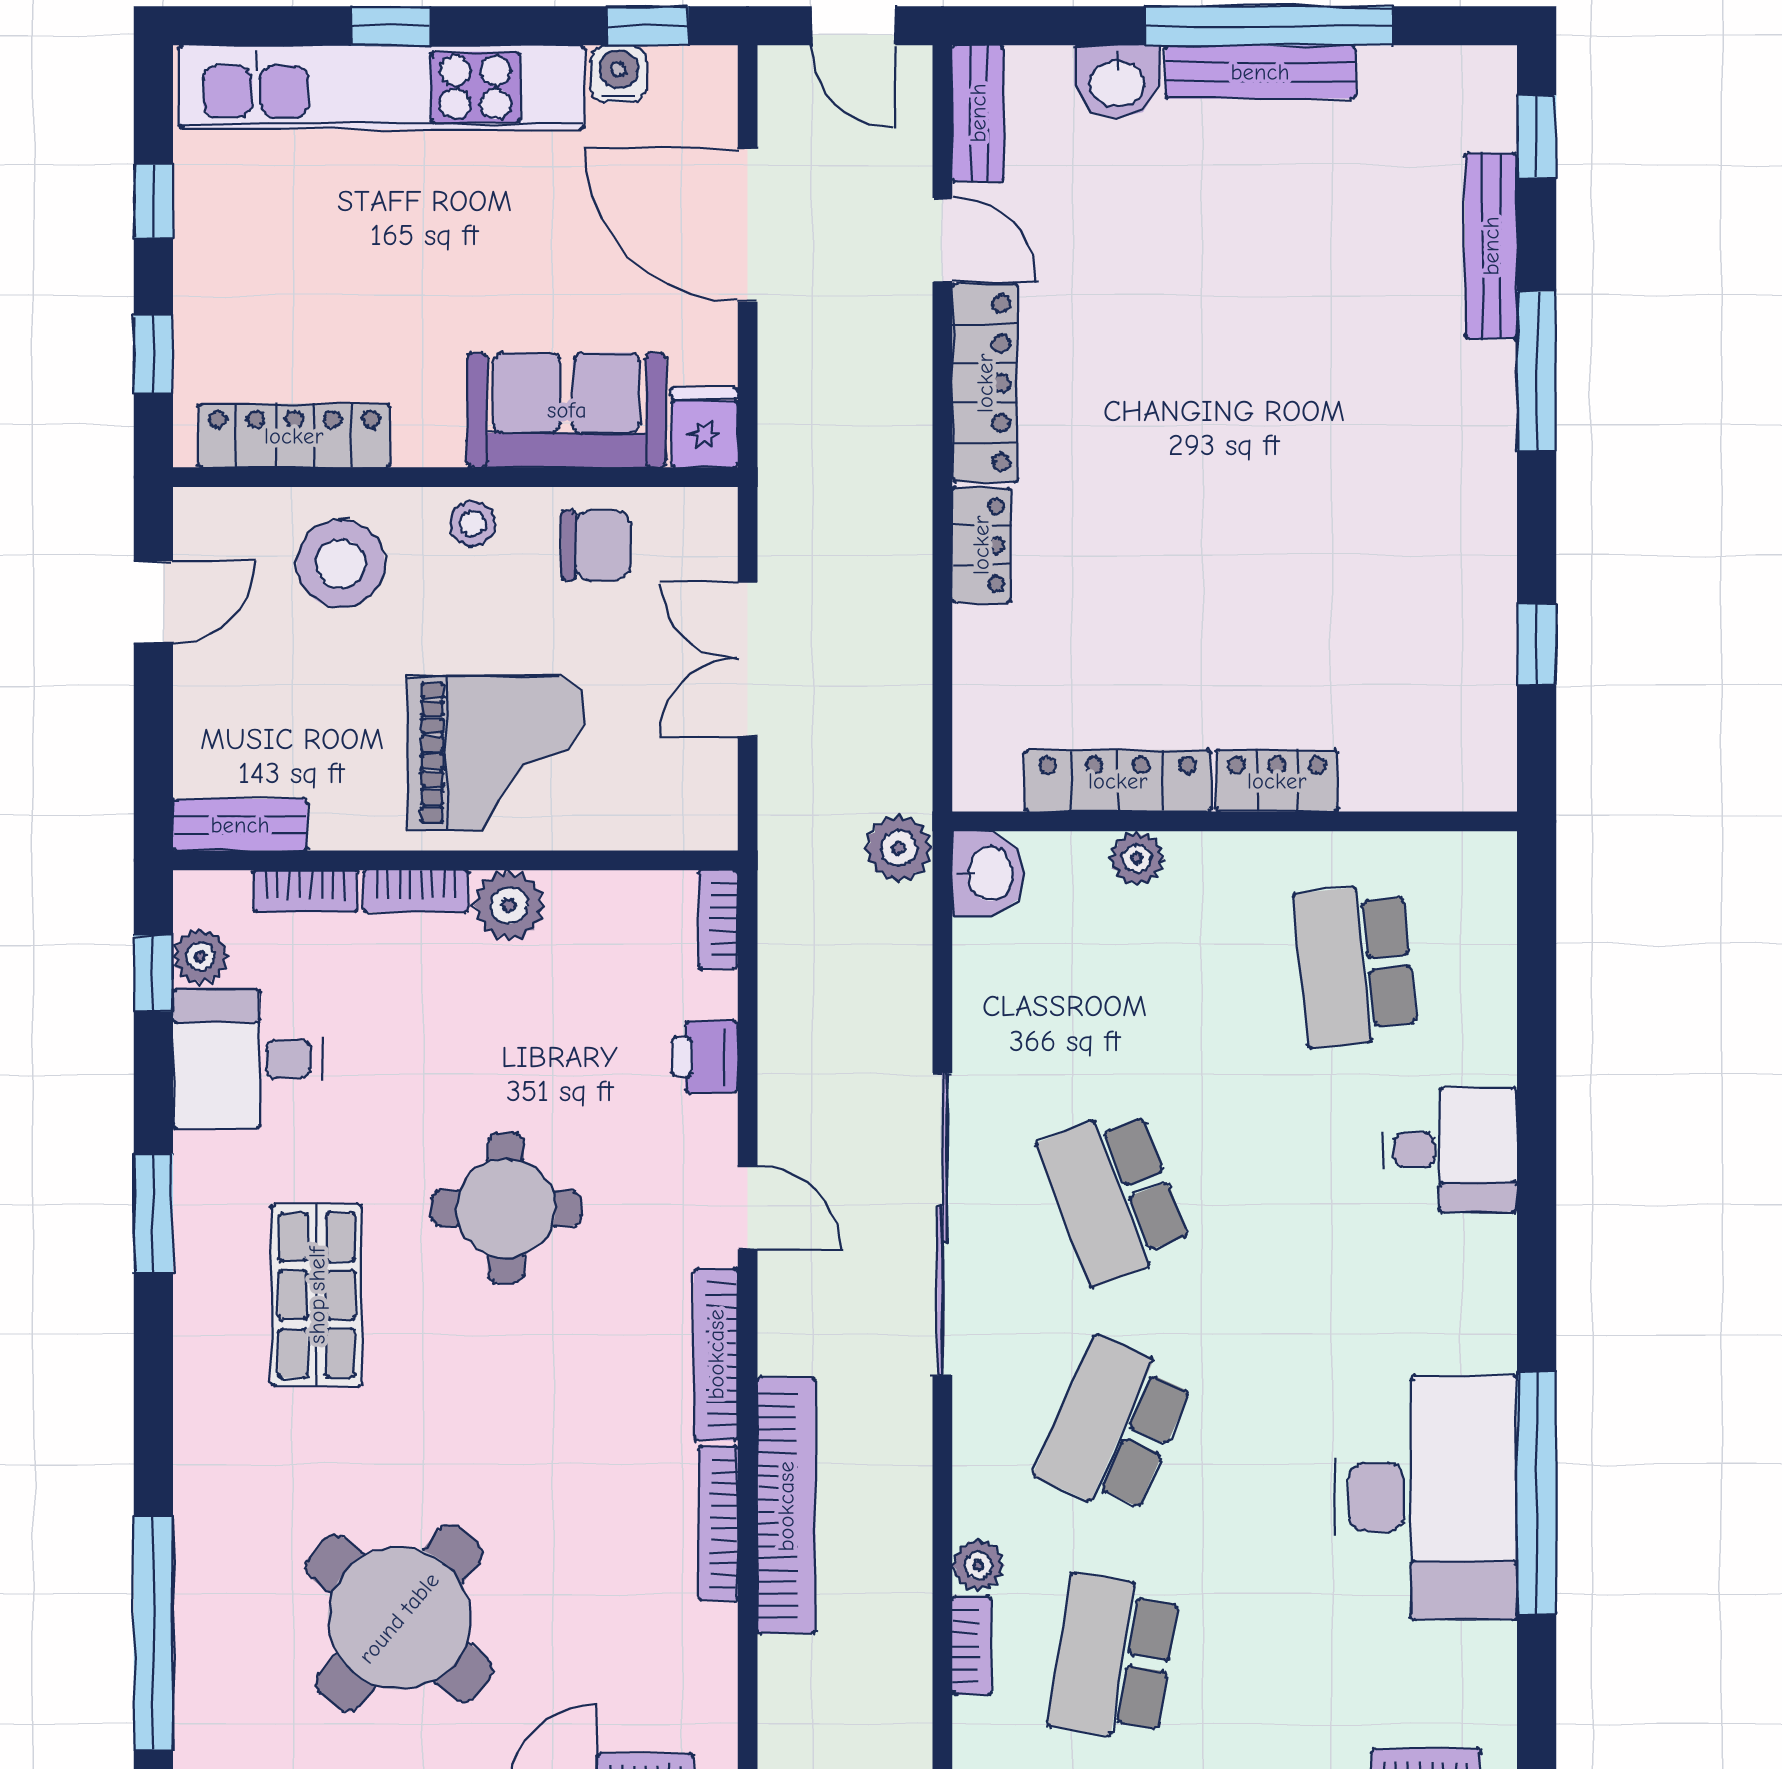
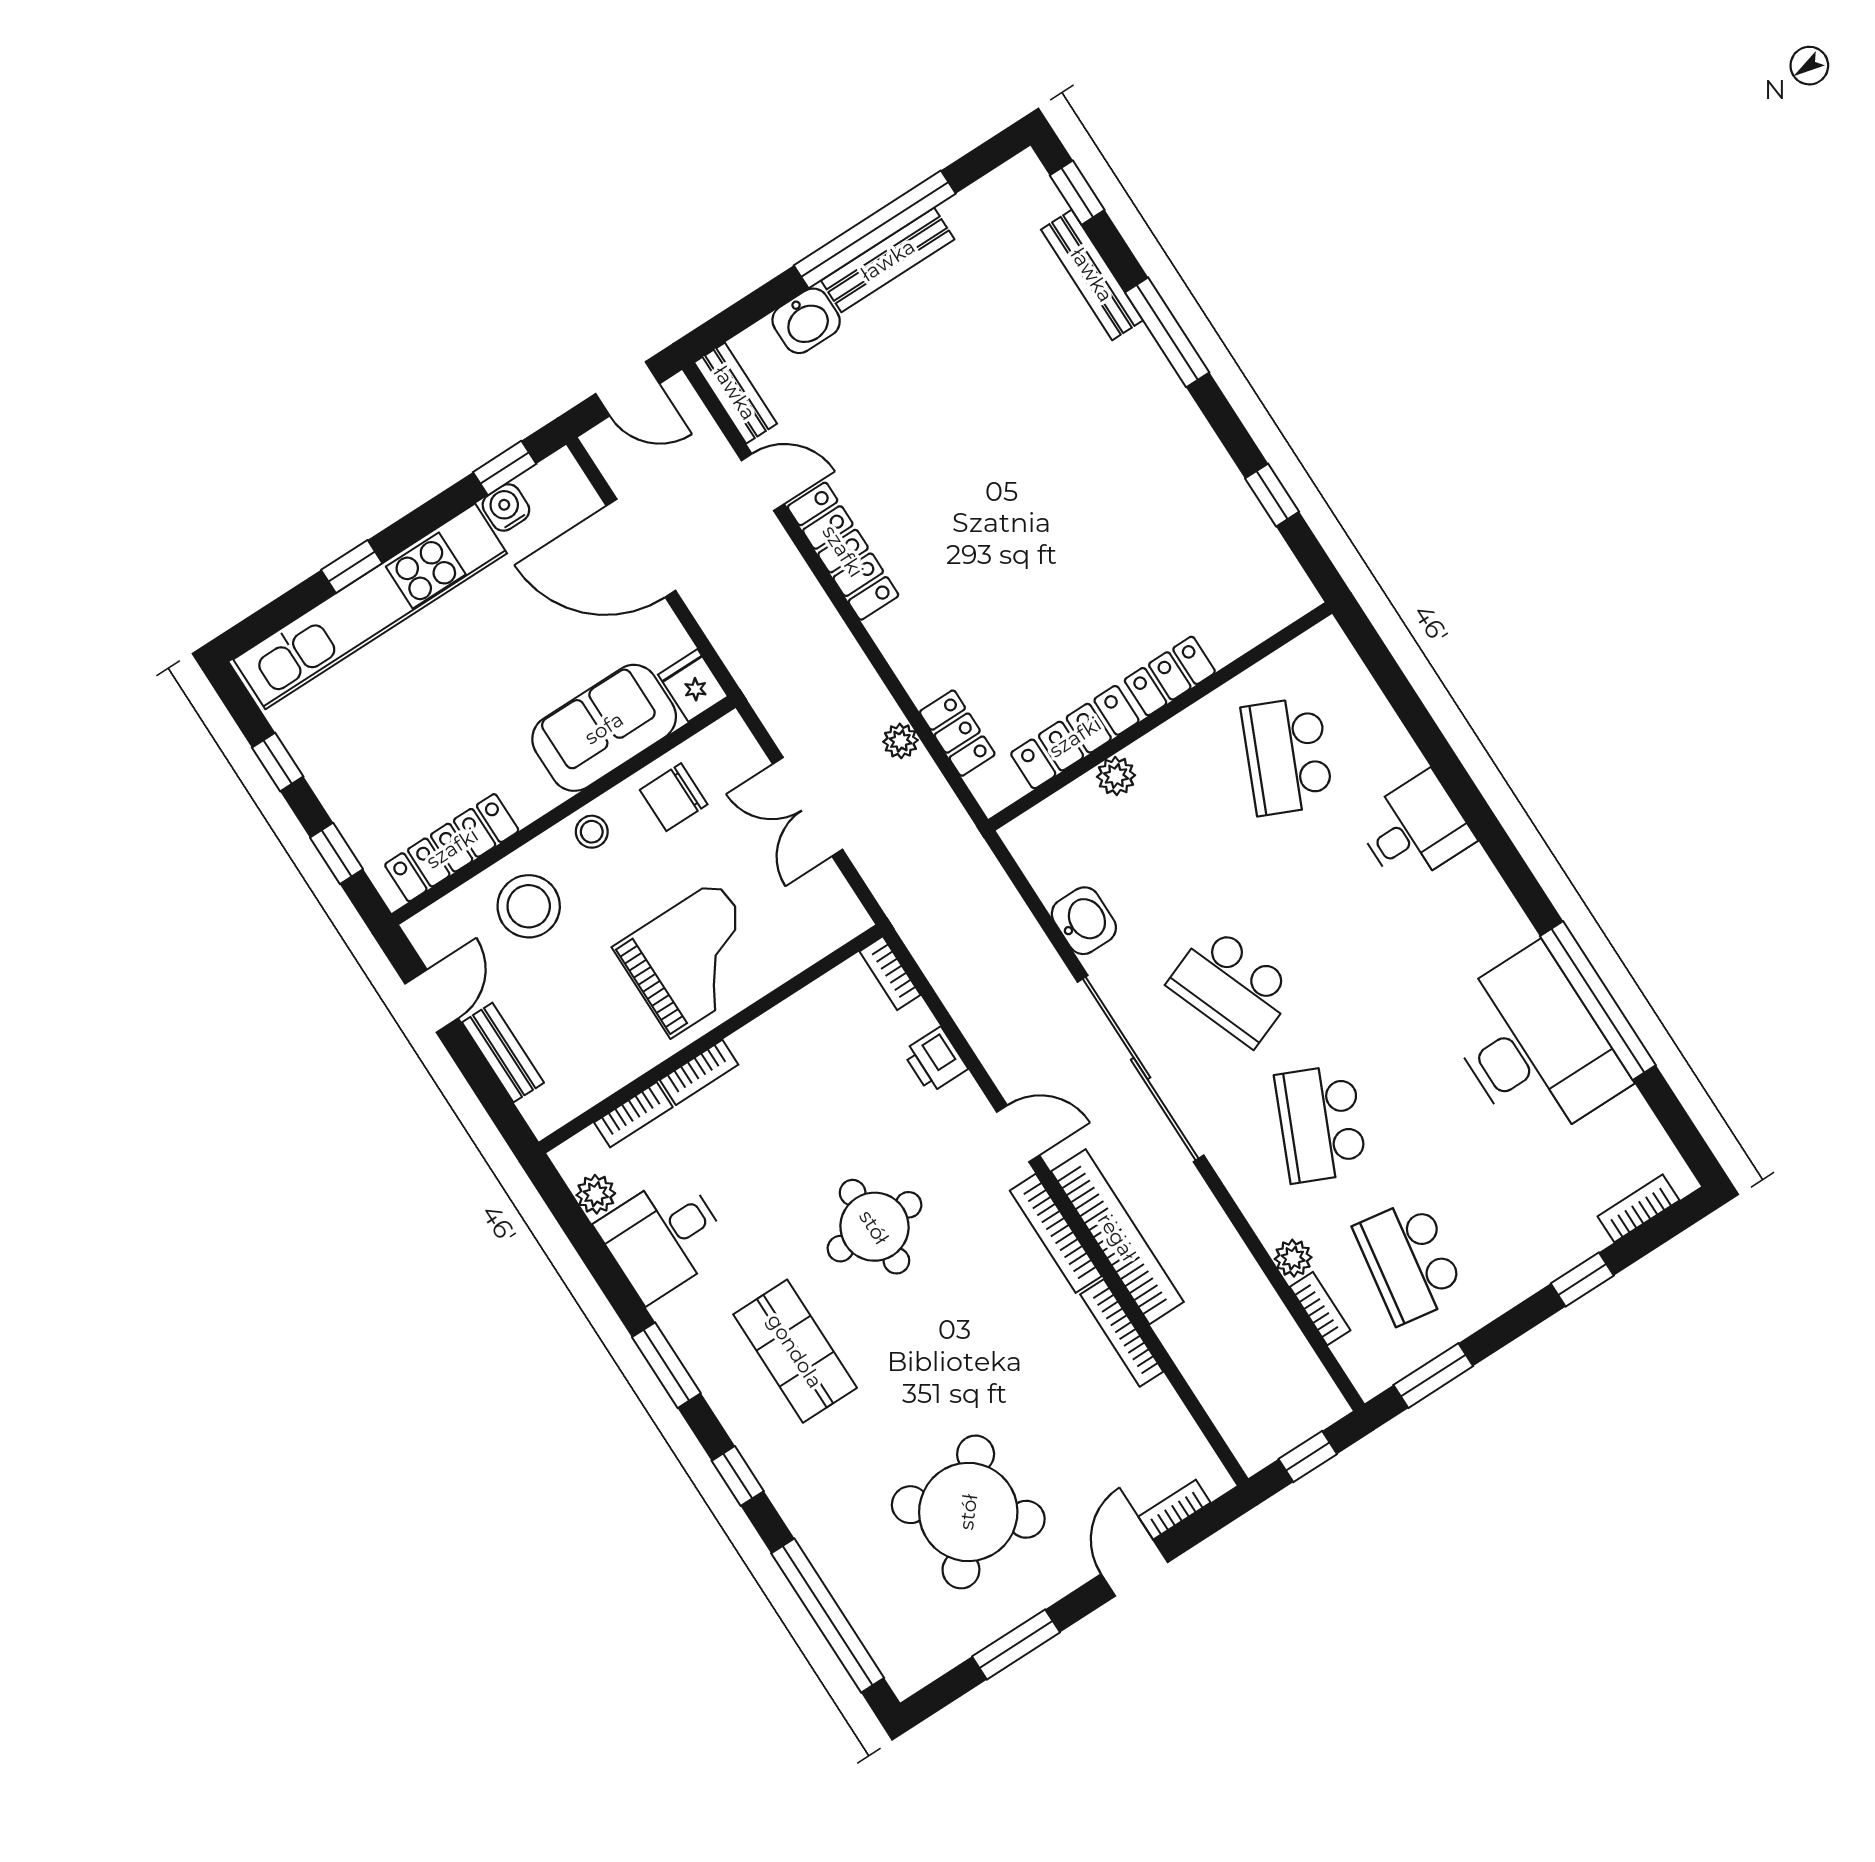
chair: (596, 545) -> (674, 797), turned 180
locker: (981, 545) -> (957, 733), moved
bench: (240, 825) -> (503, 1053), moved, turned 90
plant: (899, 848) -> (900, 741), moved, width x0.73, depth x0.73
washbasin: (988, 874) -> (1084, 921), moved
plant: (509, 905) -> (760, 1045), removed
school desk: (1355, 965) -> (1287, 756), turned 30
window: (153, 974) -> (738, 1476), moved
bookcase: (786, 1506) -> (1117, 1237), moved

